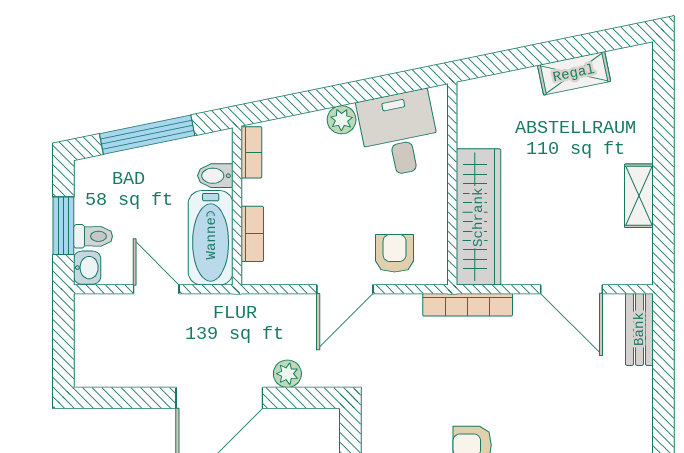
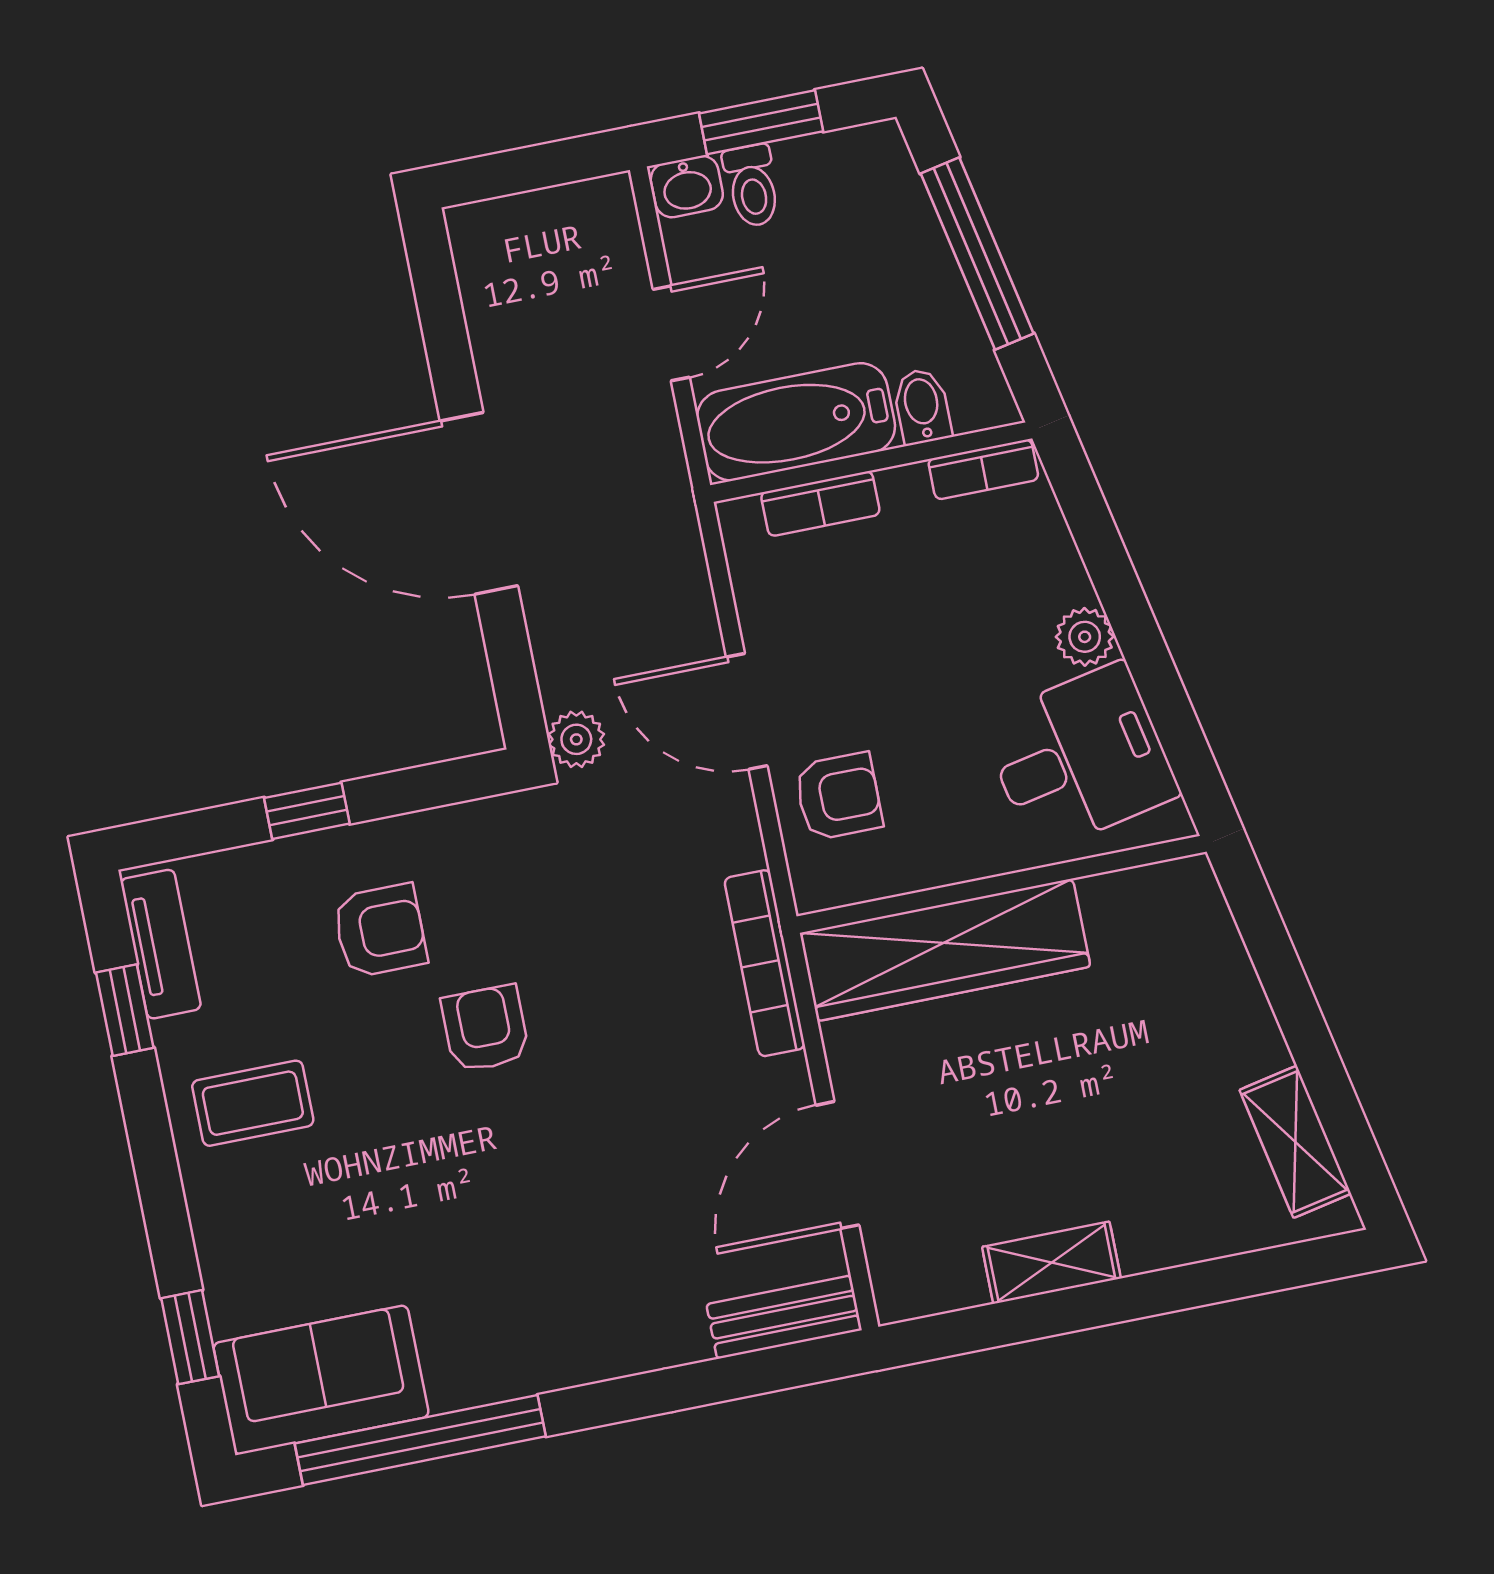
shelving: (574, 73) -> (1295, 1142), moved
plant: (287, 374) -> (576, 739), moved

